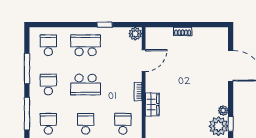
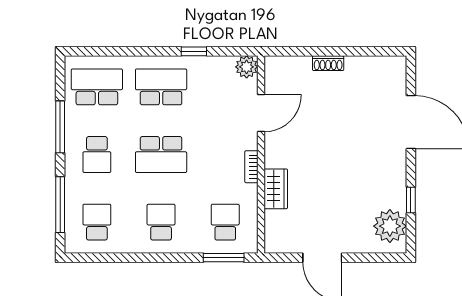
school desk: (48, 45) -> (97, 87), width x1.85
school desk: (48, 85) -> (97, 155), turned 180
plant: (223, 111) -> (398, 199), removed
window: (231, 124) -> (411, 200), moved

